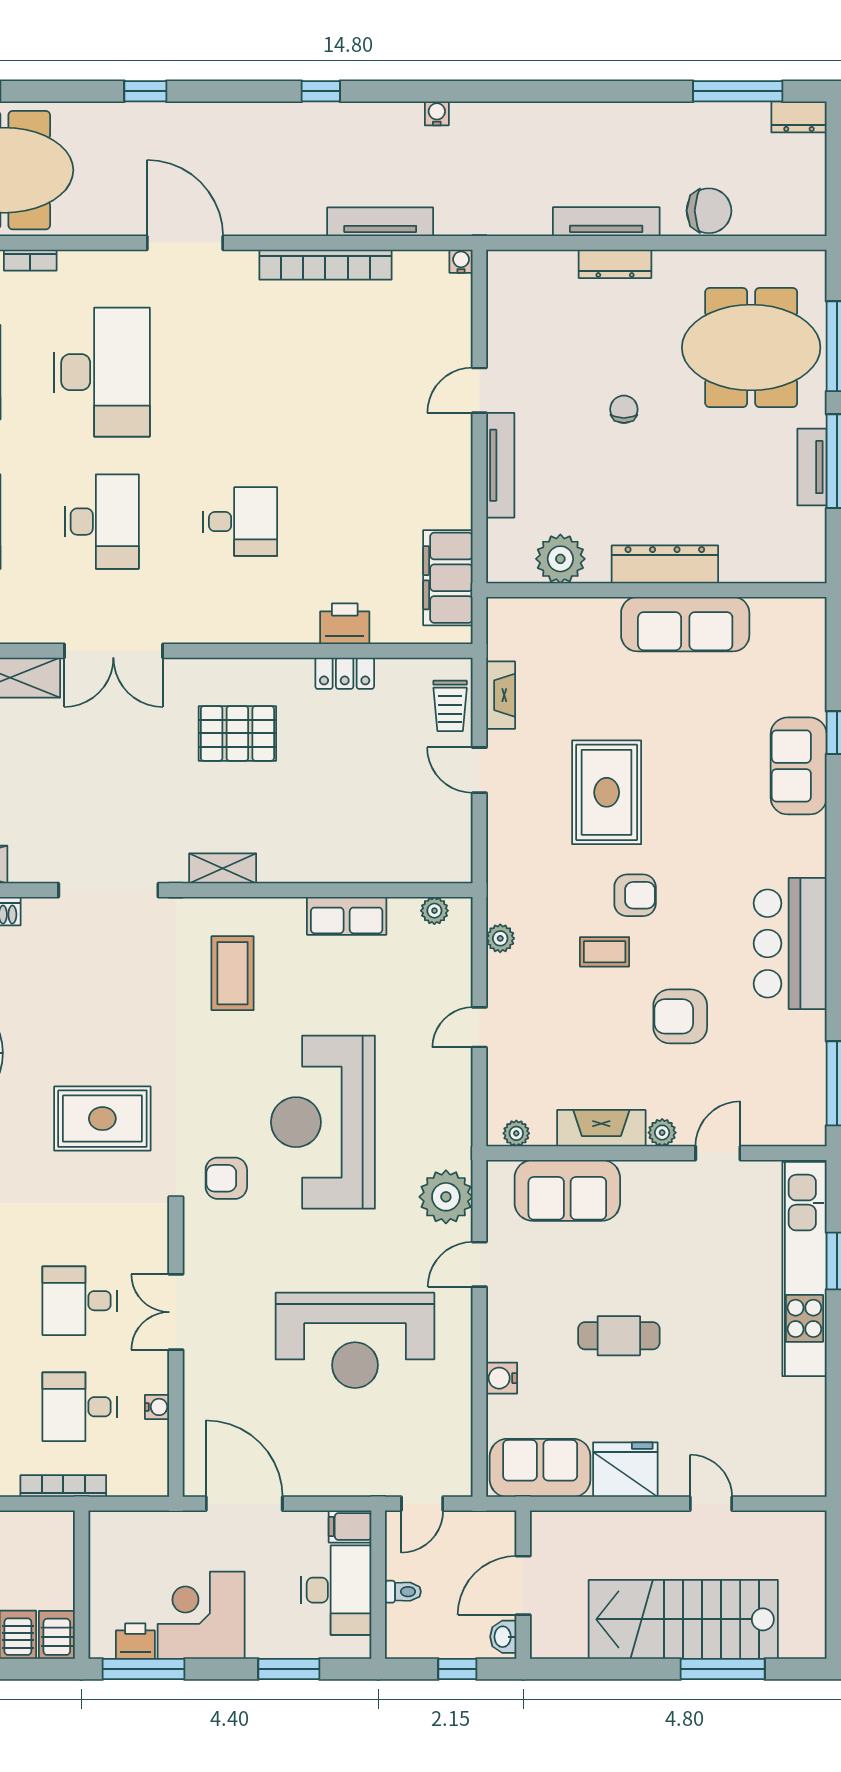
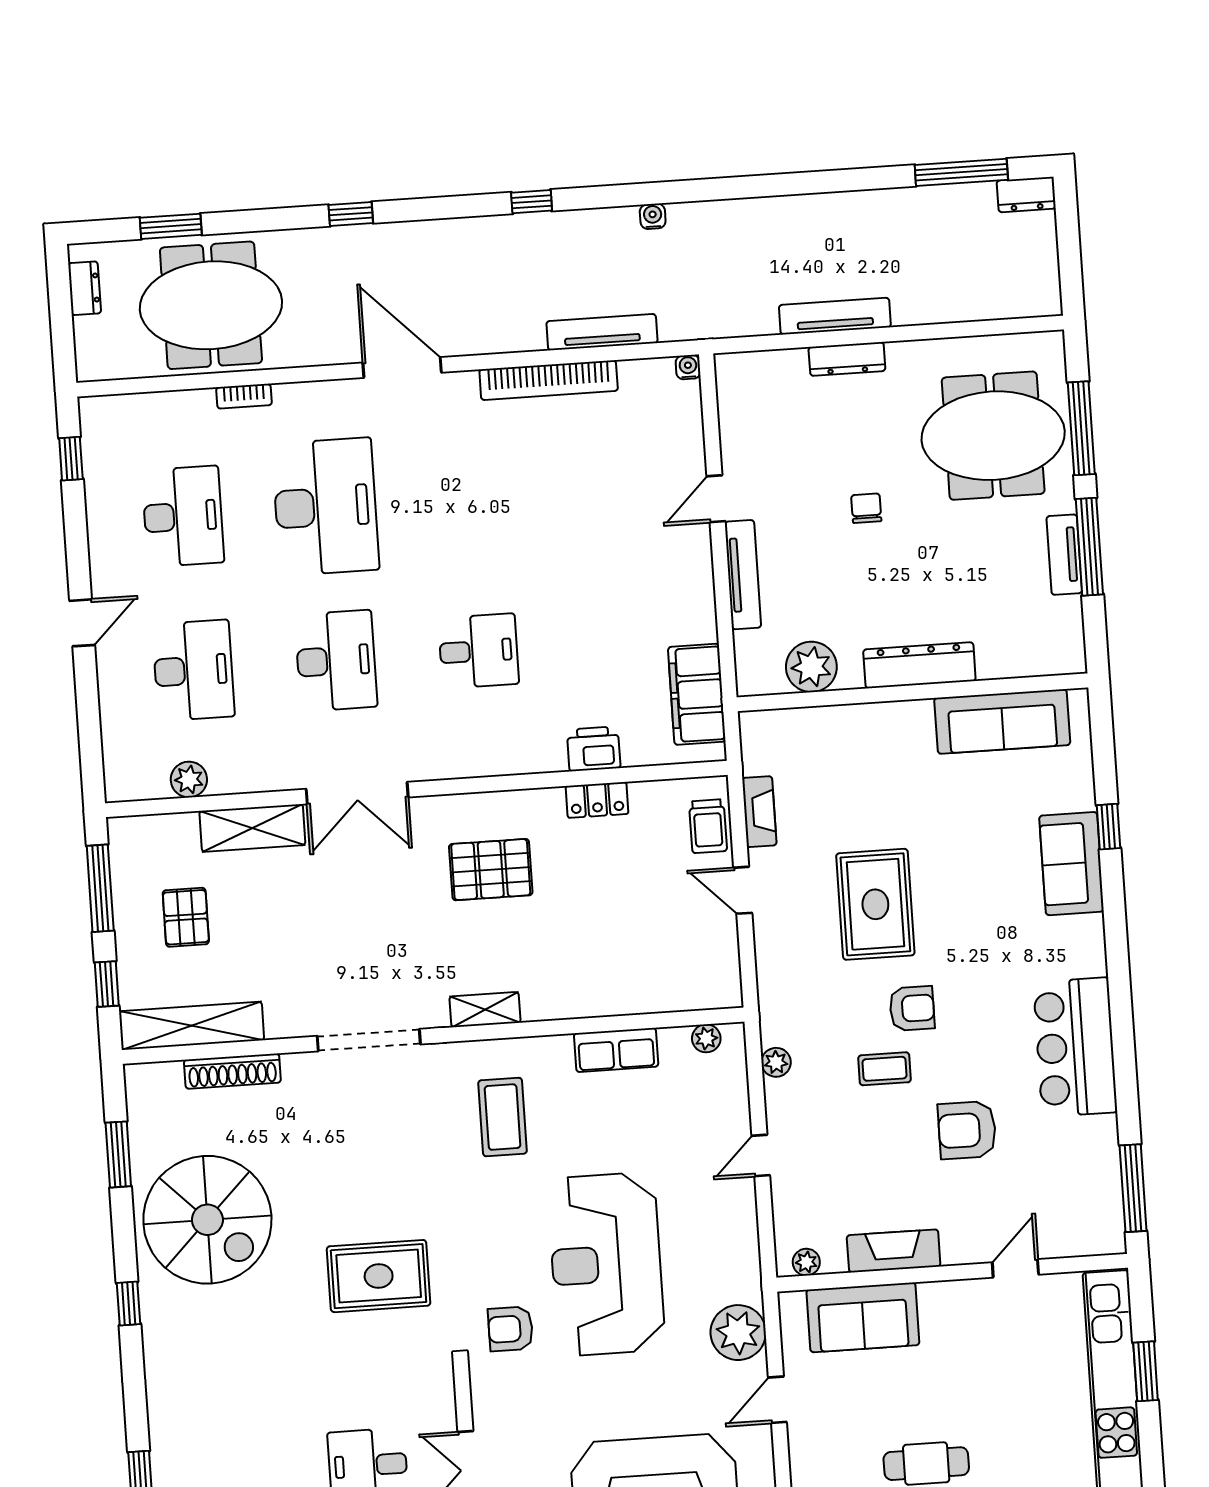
chair: (709, 211) -> (940, 298), removed
sofa: (685, 624) -> (1002, 721), moved
plant: (662, 1133) -> (957, 1251), removed

